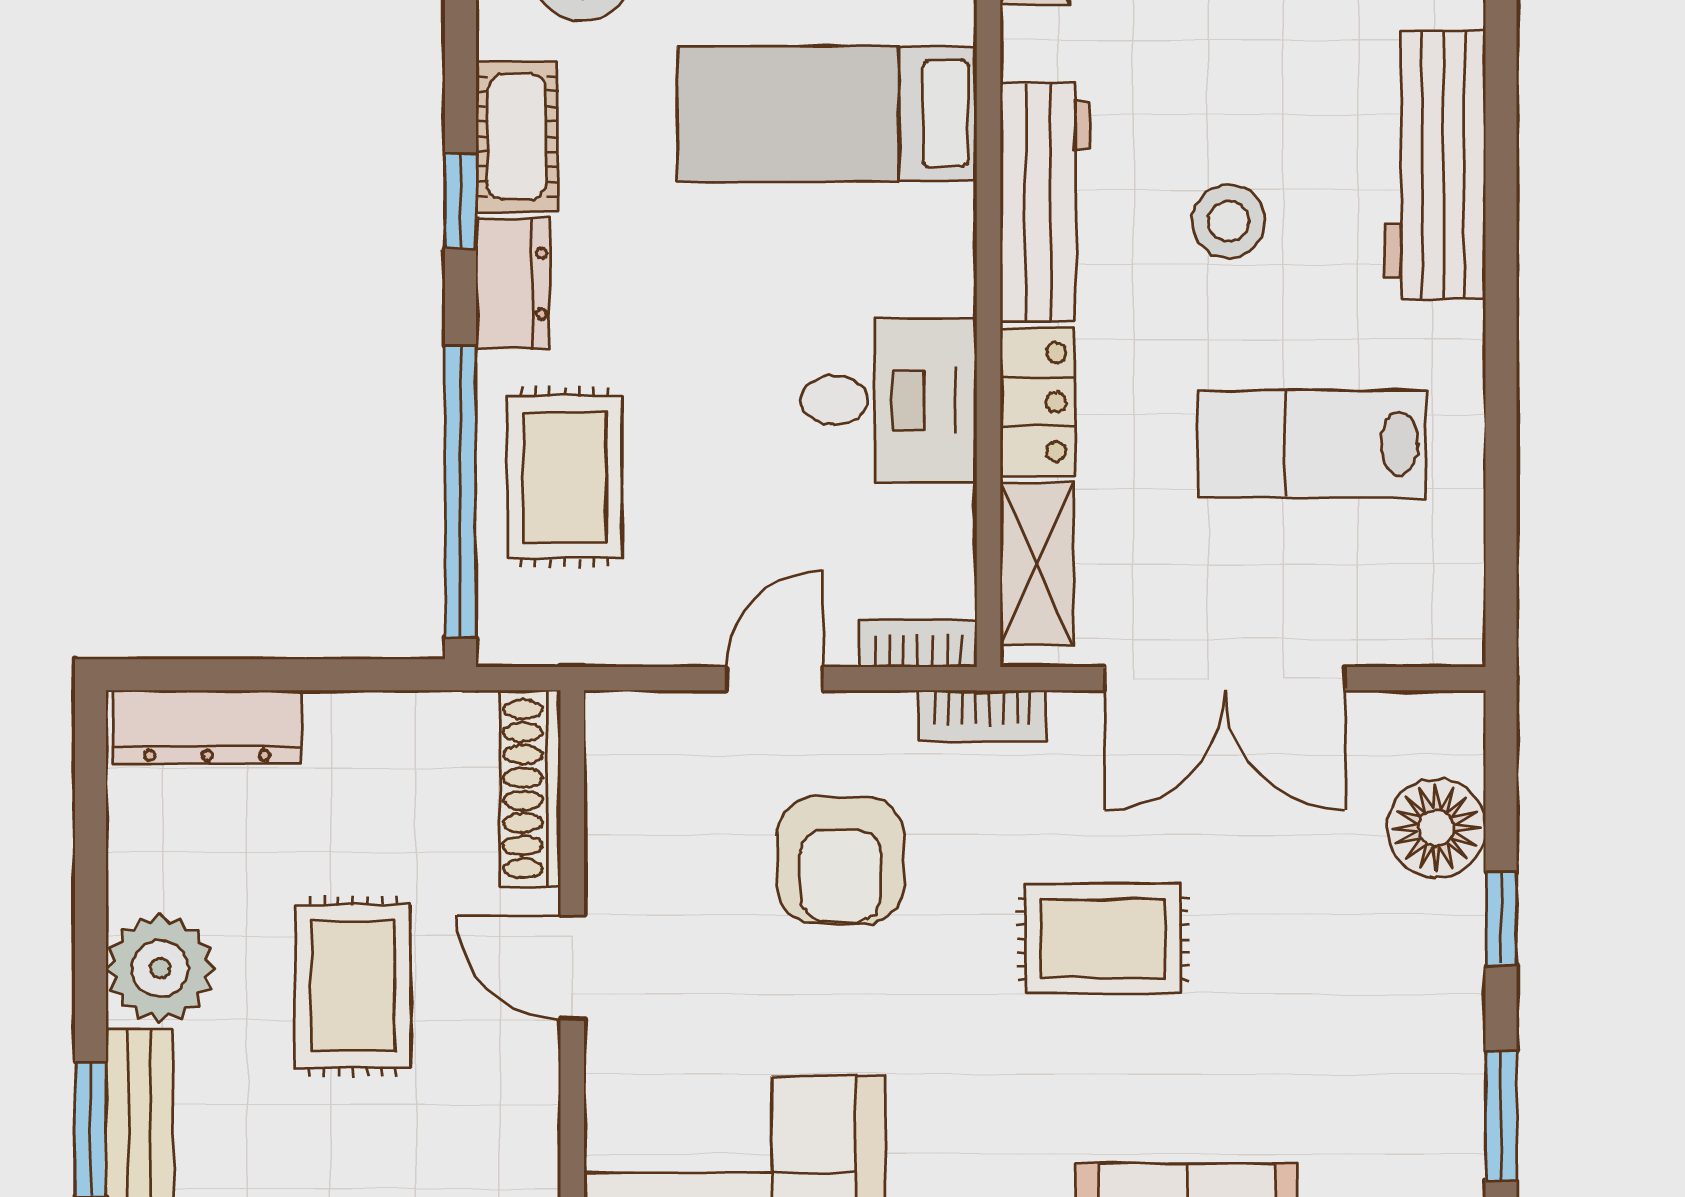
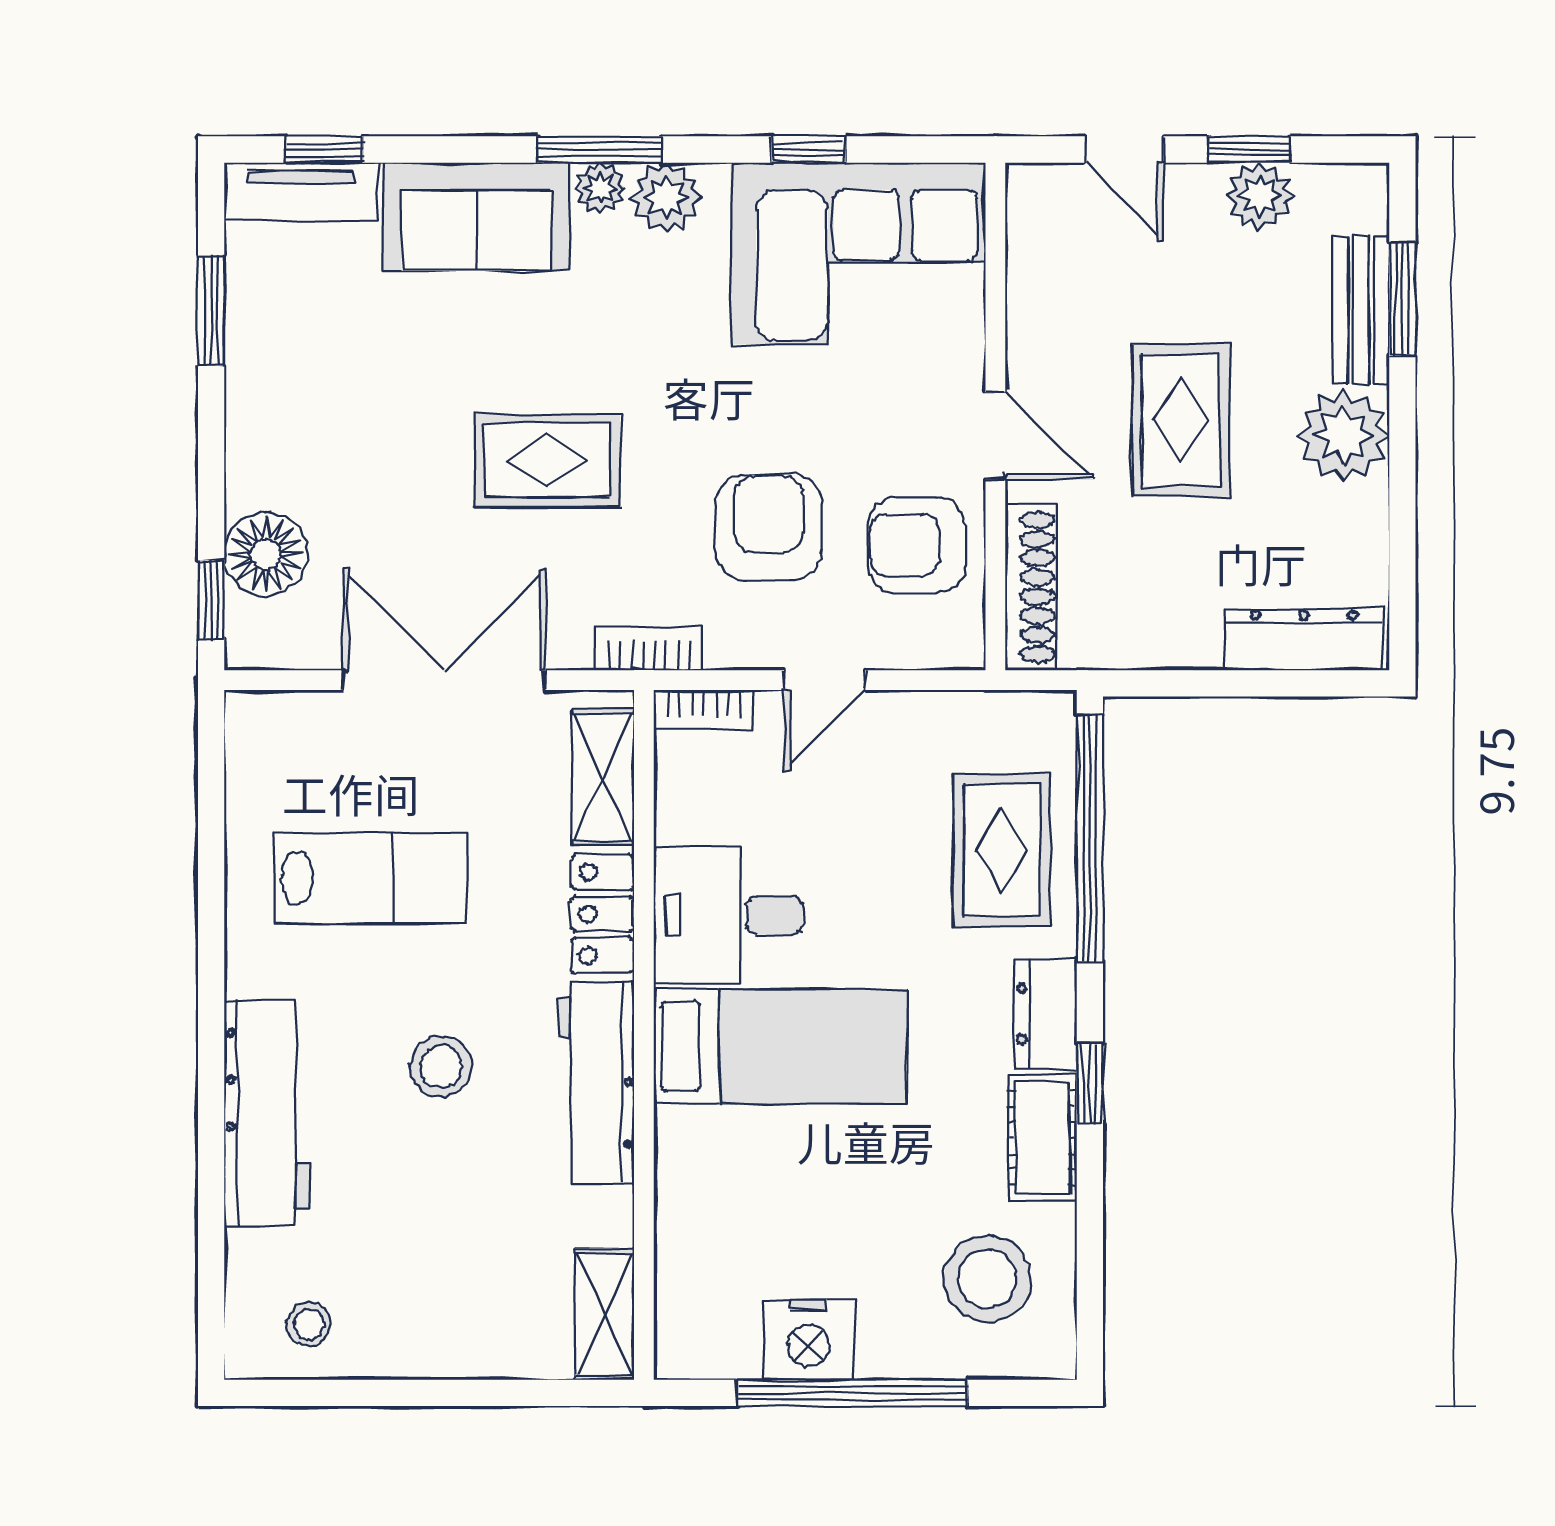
bed: (827, 114) -> (780, 1046), moved
armchair: (666, 838) -> (916, 545), added
window: (1501, 919) -> (211, 600), moved

